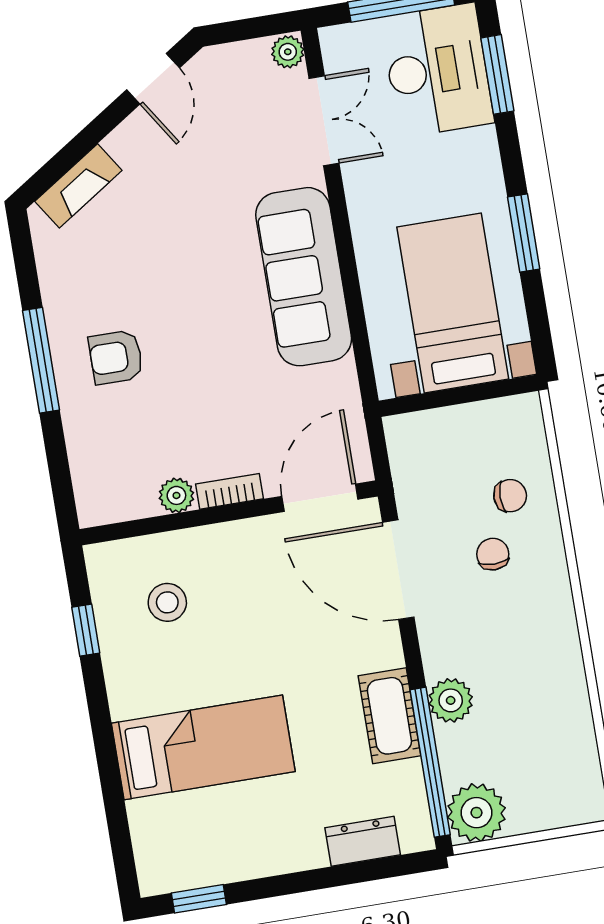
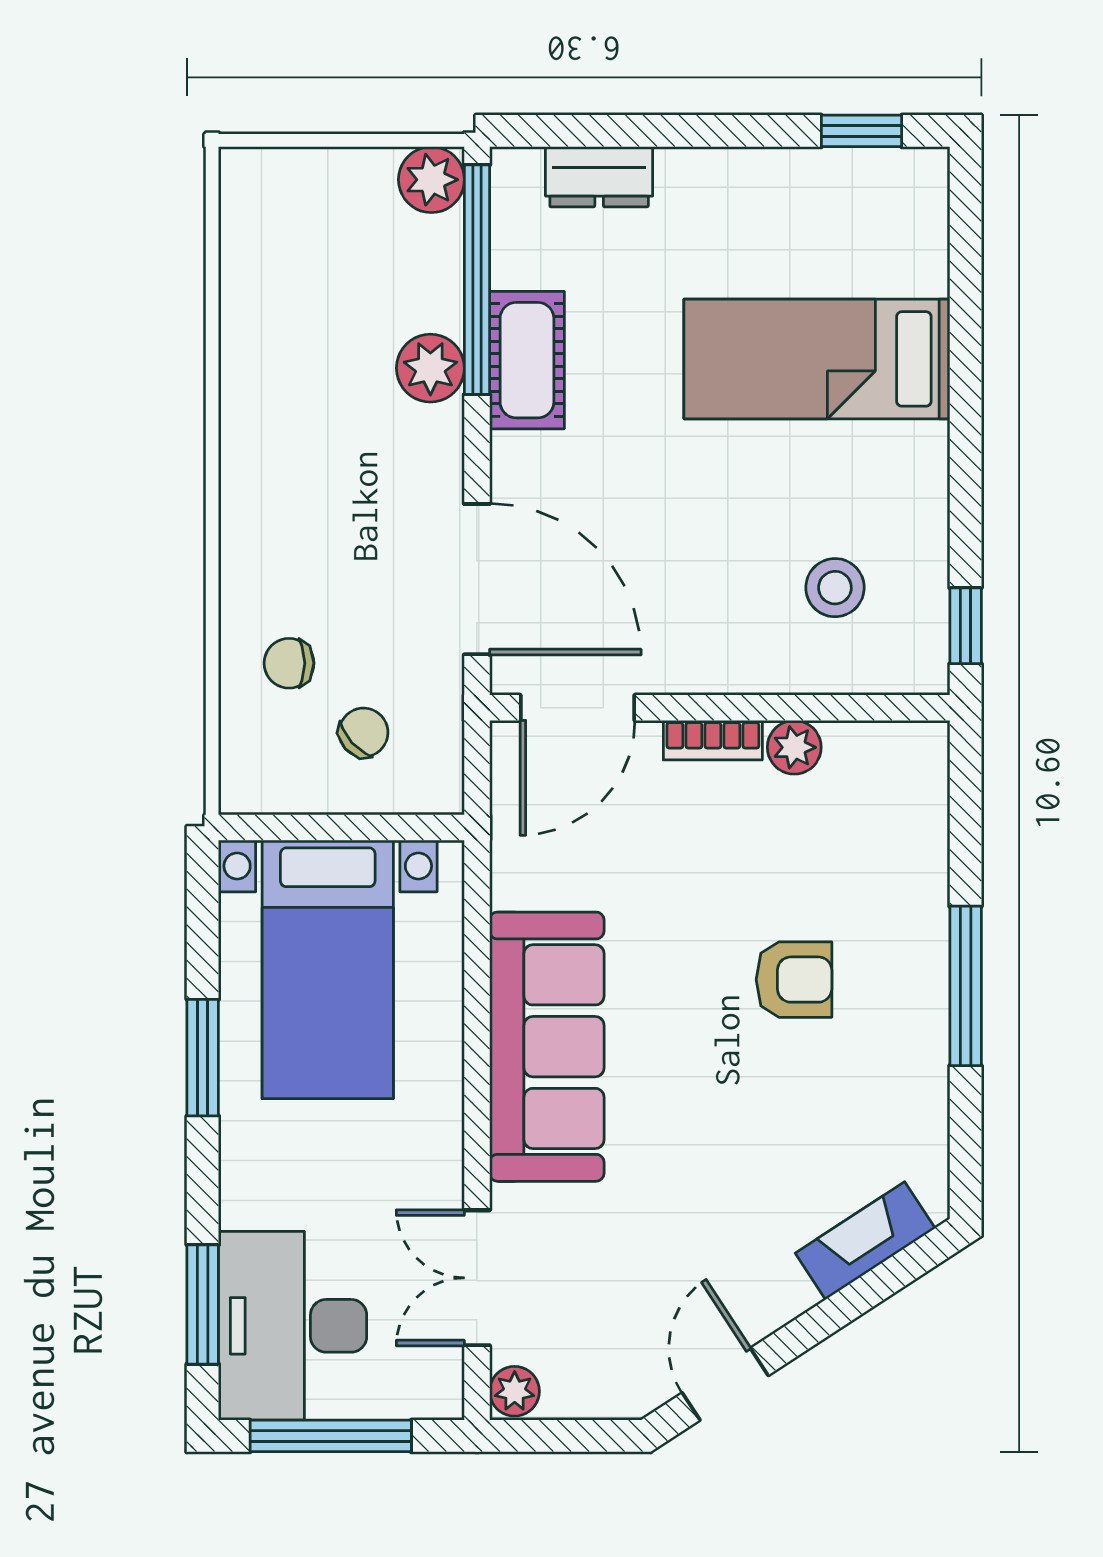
armchair: (116, 357) -> (794, 980), moved
chair: (493, 554) -> (364, 732), moved, turned -132
window: (86, 630) -> (966, 626), moved
plant: (476, 813) -> (431, 180), width x0.73, depth x0.73

